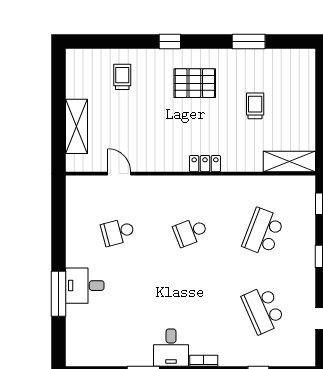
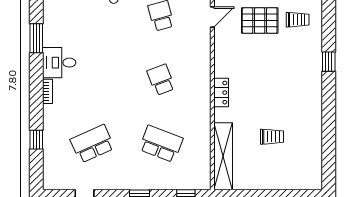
window: (249, 42) -> (329, 131), removed
pallet: (195, 83) -> (260, 21), moved, turned 90
shelving: (289, 161) -> (223, 156), width x1.47

